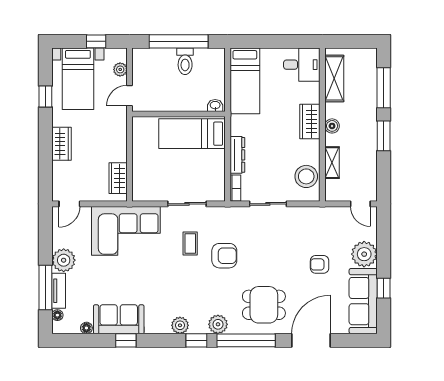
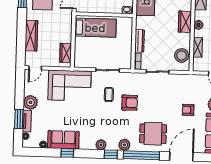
bed: (192, 134) -> (95, 28), moved, turned 180
wardrobe: (61, 144) -> (31, 36), width x1.50
window: (45, 288) -> (19, 119), width x0.69

